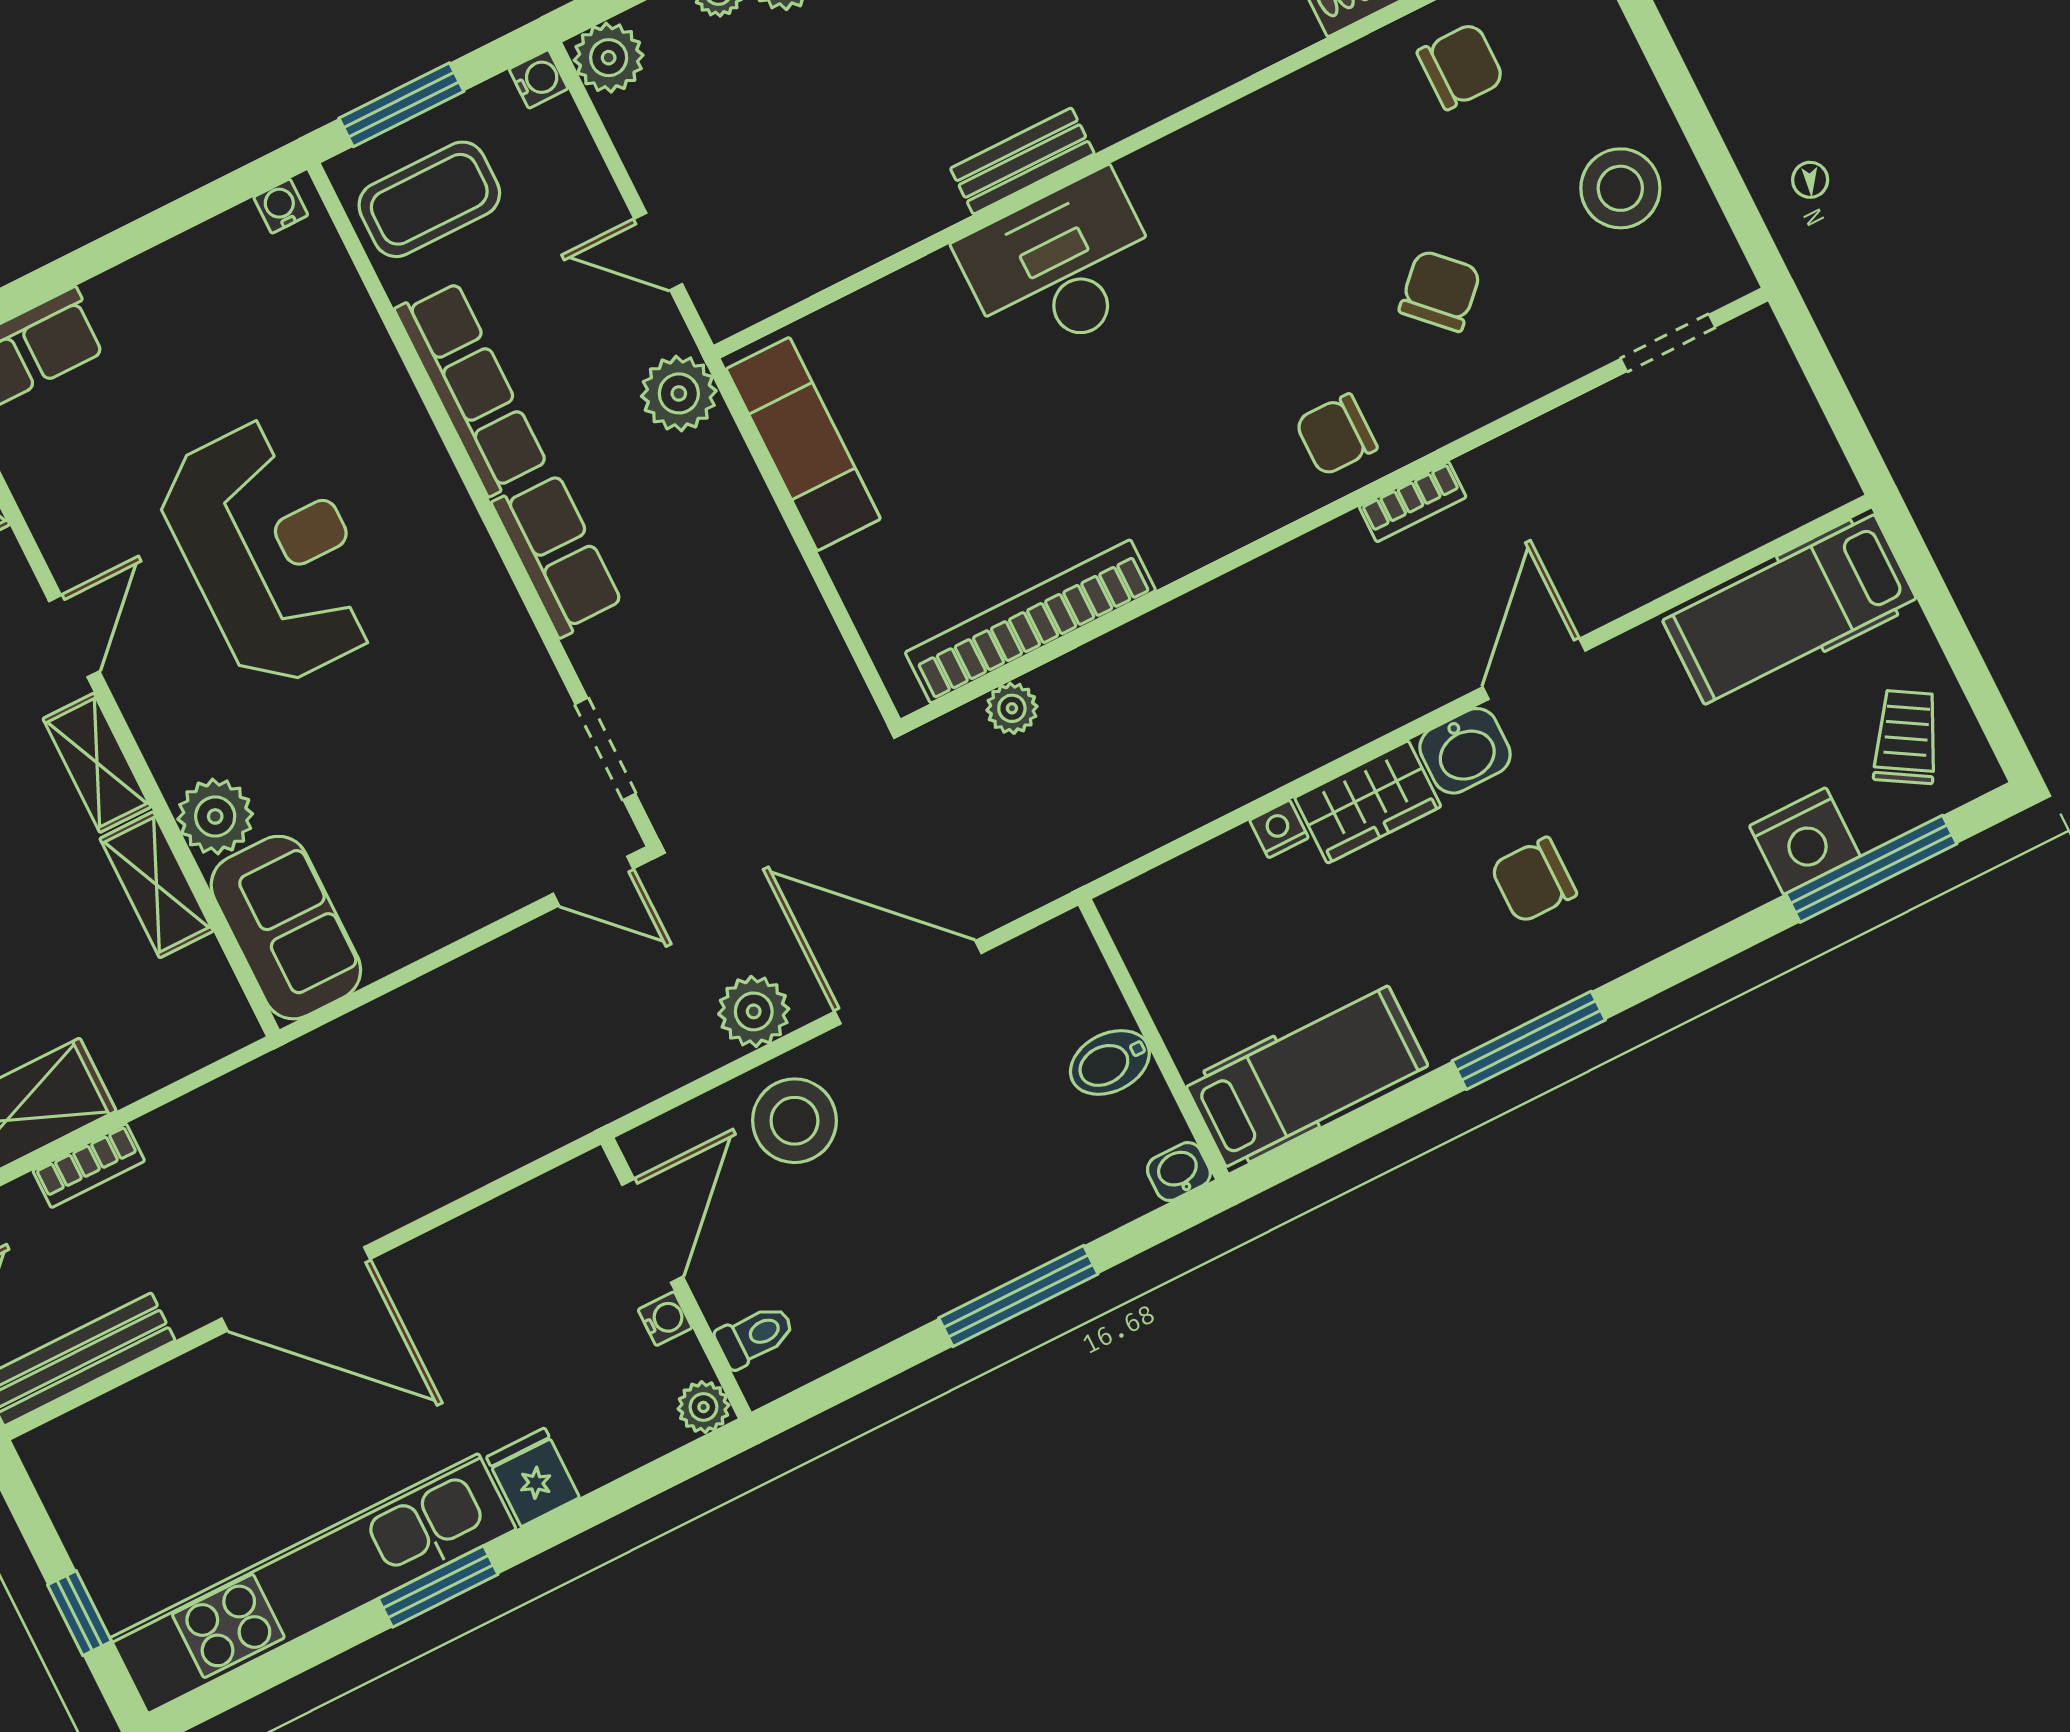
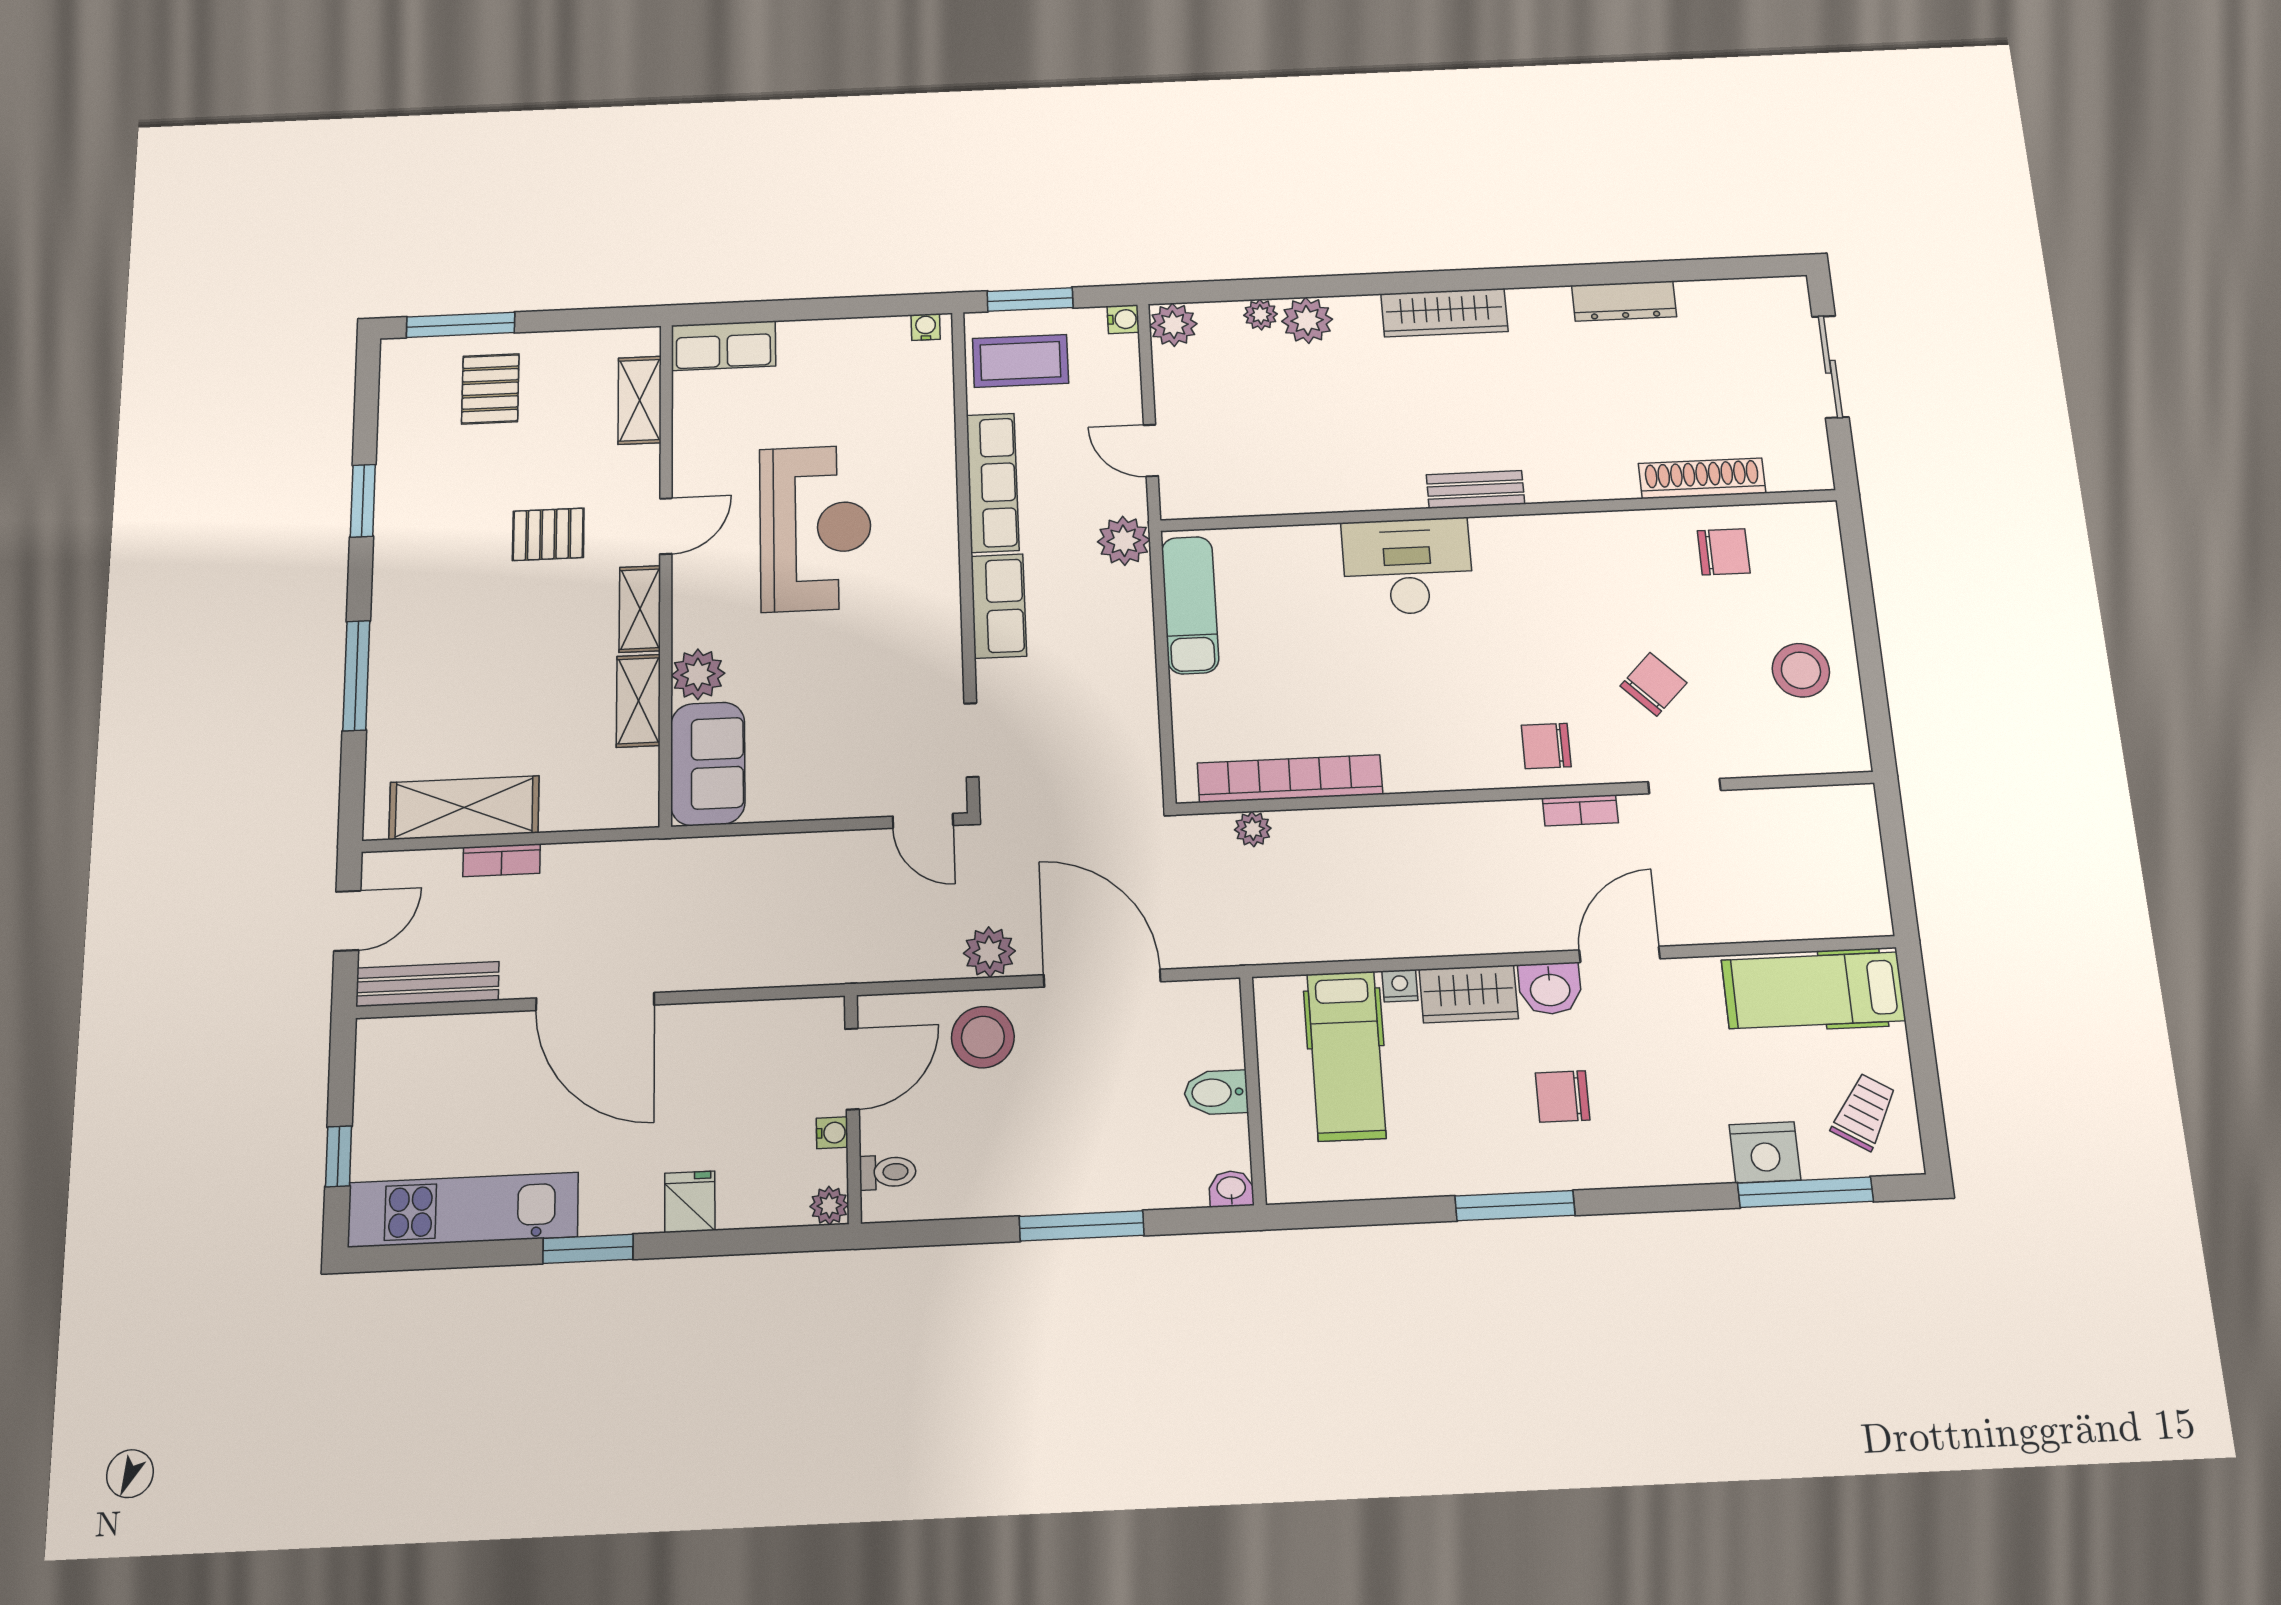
bench: (1022, 161) -> (1475, 489), moved
doorway: (1668, 343) -> (1684, 786), moved
hospital bed: (1307, 1076) -> (1346, 1056), moved, turned 90
kitchen unit: (313, 1583) -> (463, 1210), width x0.73

